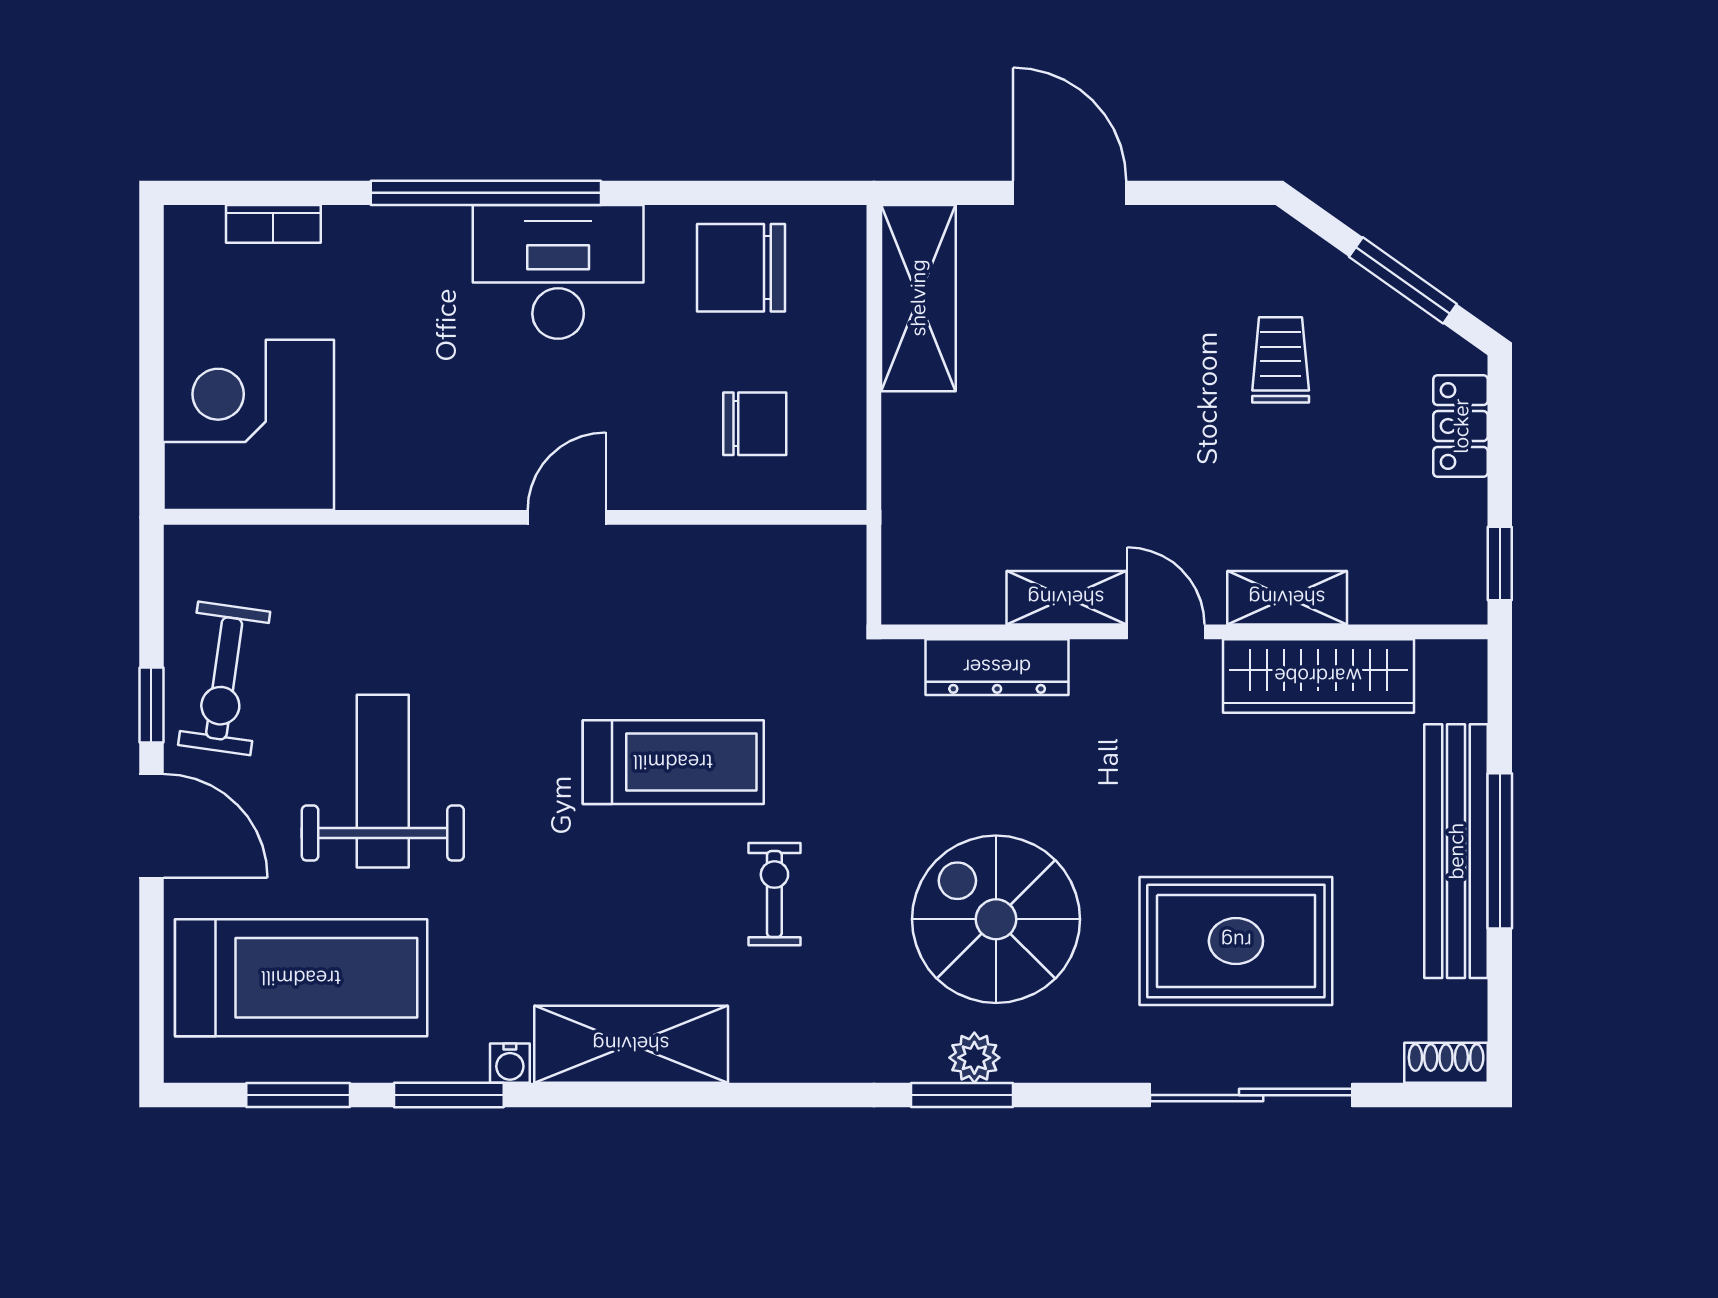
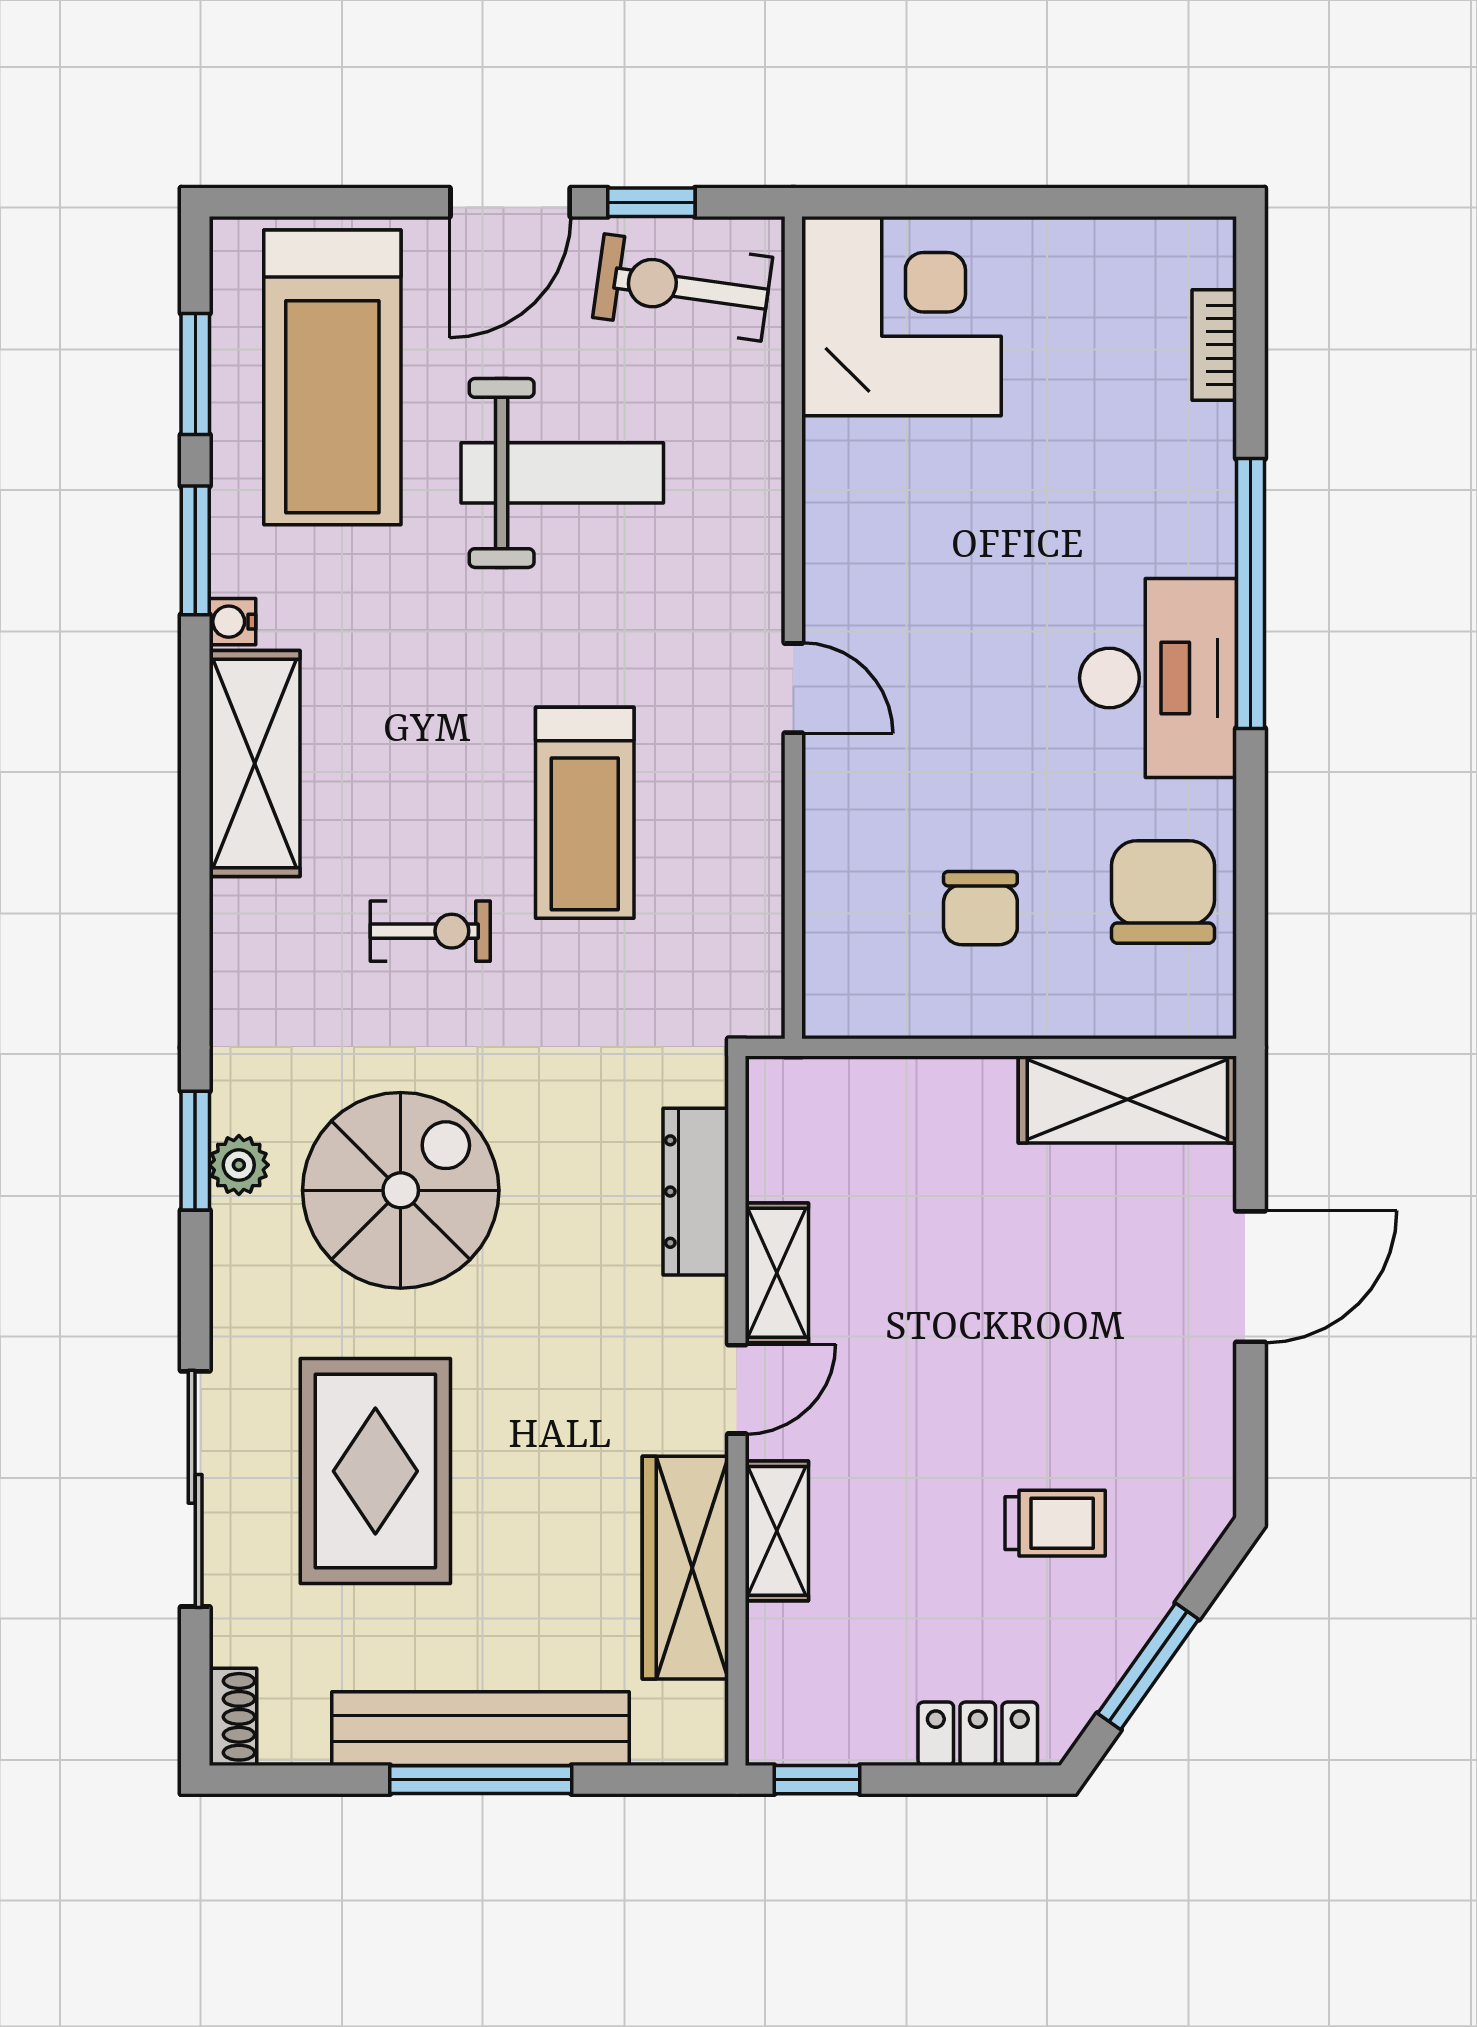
corner desk: (249, 425) -> (902, 316), moved
wall: (515, 517) -> (793, 628), moved
door: (567, 517) -> (793, 688), moved

